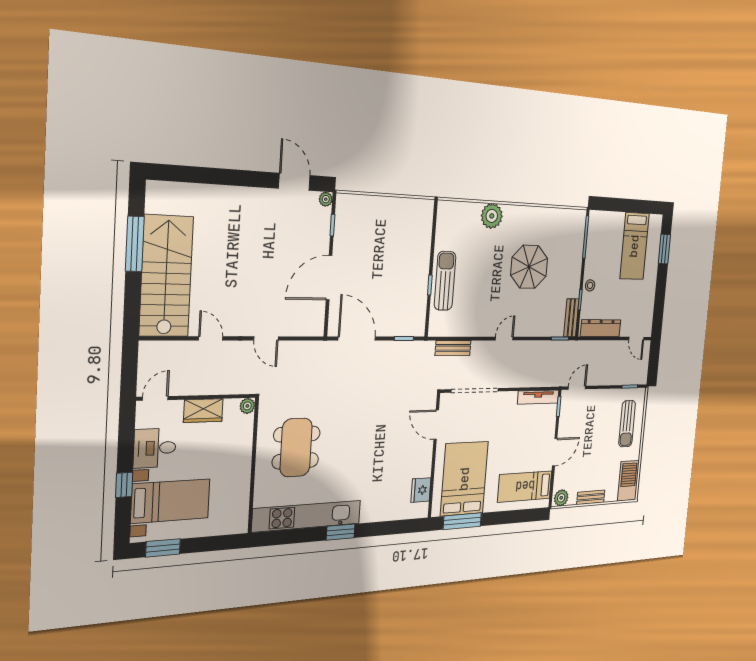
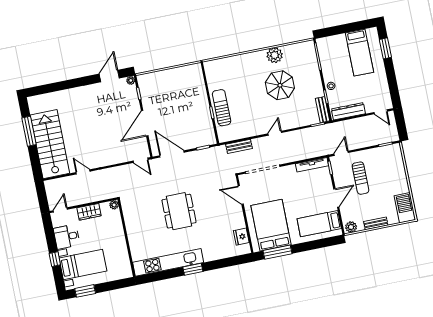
door: (294, 182) -> (109, 76), hinge flipped
plant: (492, 216) -> (275, 55), moved
door: (266, 338) -> (141, 160), moved
sun lounger: (627, 424) -> (361, 178), moved
dining table: (296, 447) -> (179, 211), moved

